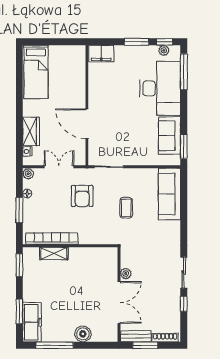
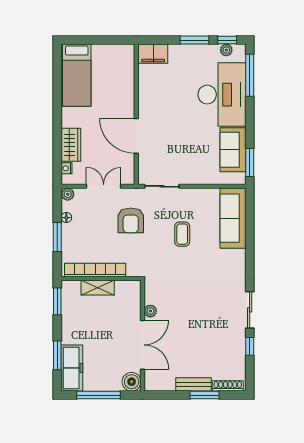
plant: (126, 274) -> (150, 311), moved
wall: (119, 295) -> (143, 336), moved
double door: (119, 302) -> (143, 345), moved

